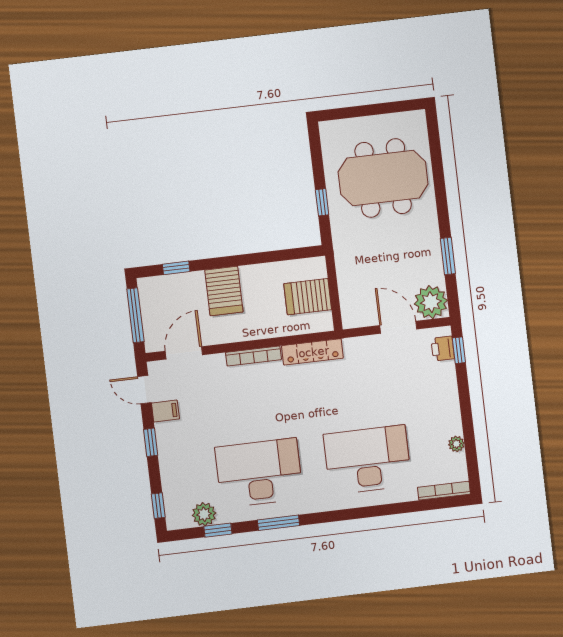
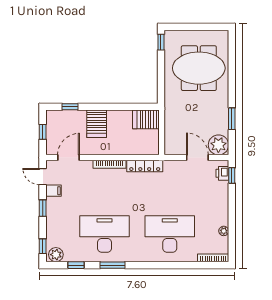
window: (322, 202) -> (161, 42), moved
server rack: (308, 297) -> (146, 119), moved
window: (135, 315) -> (43, 132), width x0.46
plant: (204, 514) -> (56, 255), moved

